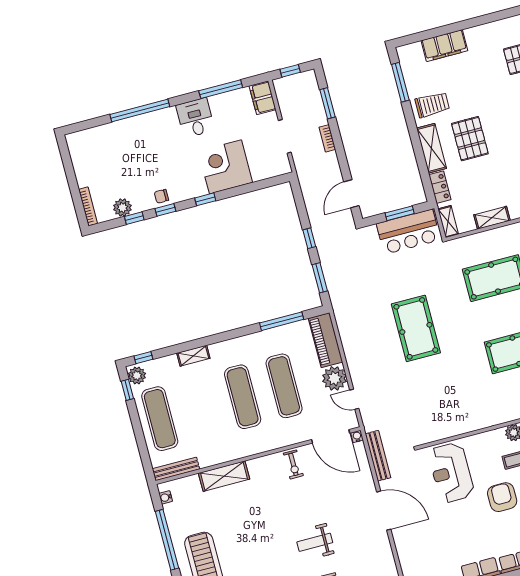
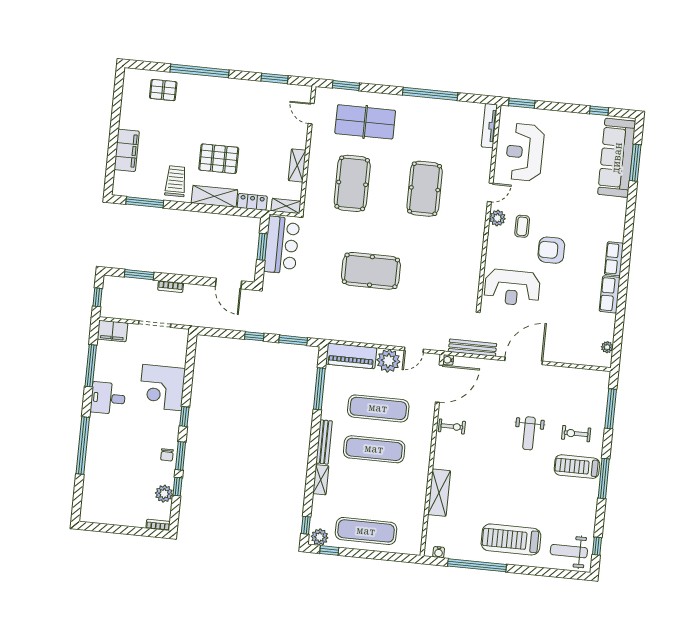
bookcase: (88, 206) -> (158, 525), width x0.64
window: (165, 210) -> (180, 456), width x1.50
bench: (176, 469) -> (324, 442), moved

